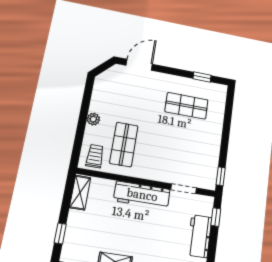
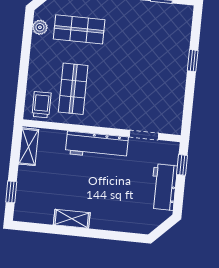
shop shelf: (187, 106) -> (79, 29), moved
plant: (93, 119) -> (40, 27), moved
window: (221, 176) -> (193, 61), moved

